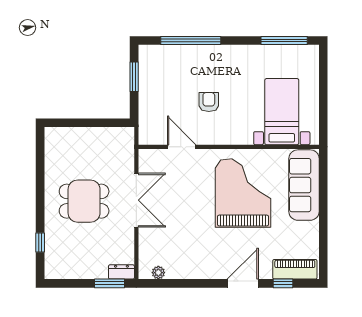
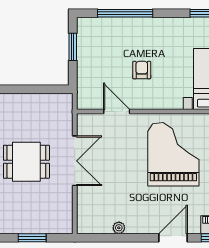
dresser: (121, 272) -> (61, 227), removed
plant: (158, 273) -> (119, 228), moved
window: (110, 283) -> (32, 238), moved

